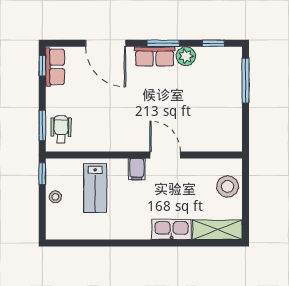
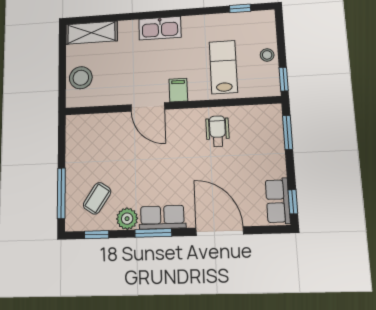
coffee table: (213, 75) -> (97, 198), added
wheelchair: (61, 129) -> (218, 131), moved, turned 180
kitchen sink: (172, 229) -> (160, 28), moved
window: (77, 243) -> (240, 8), added

